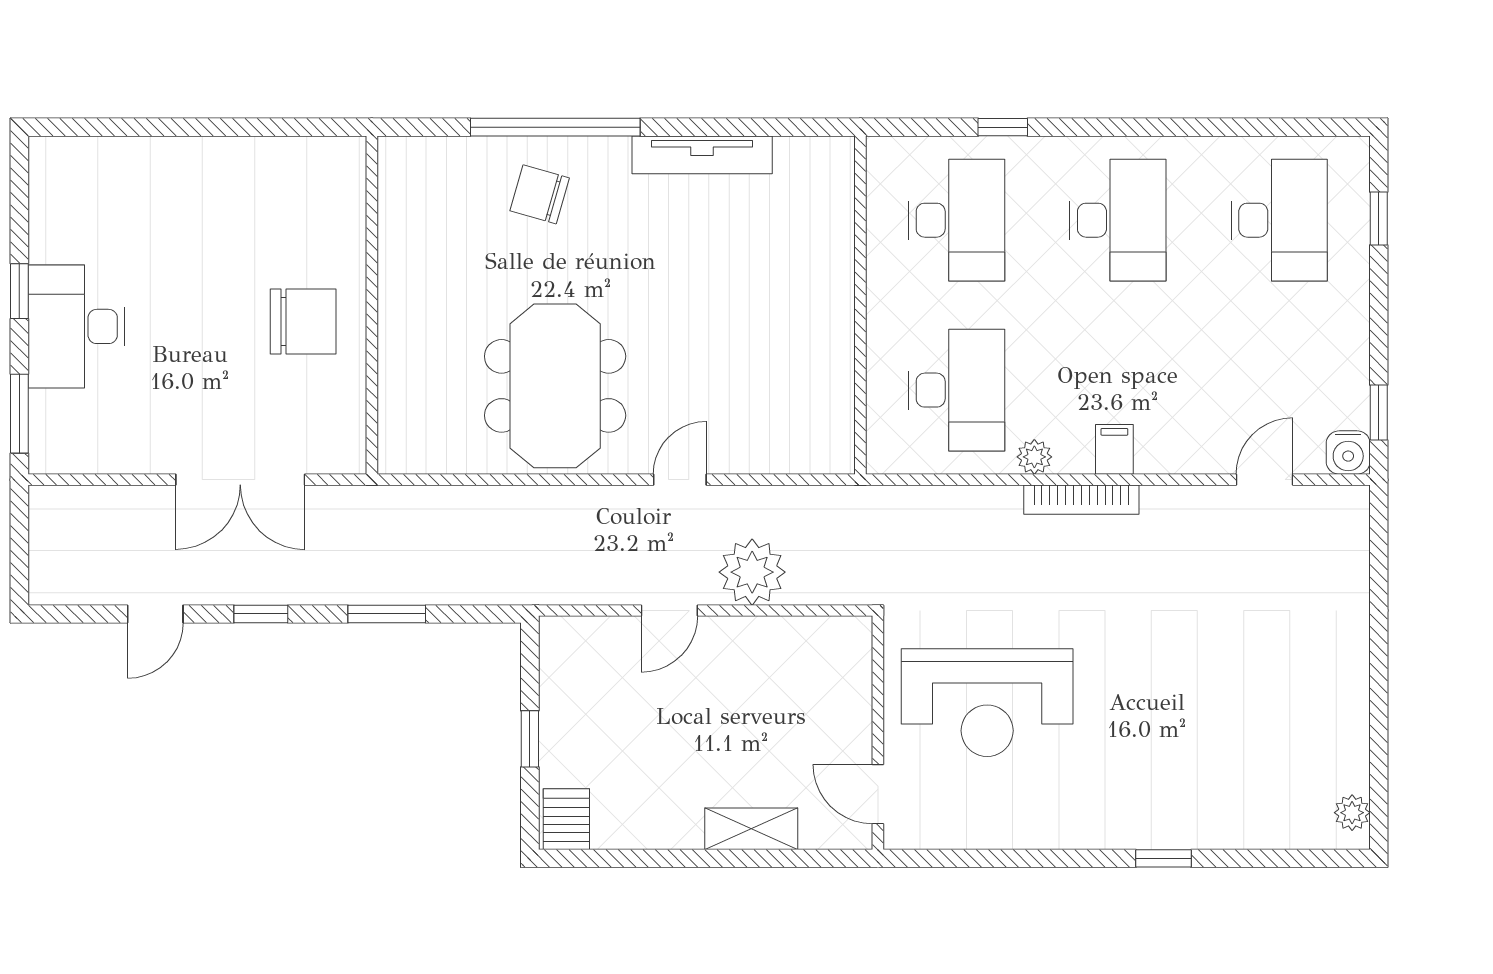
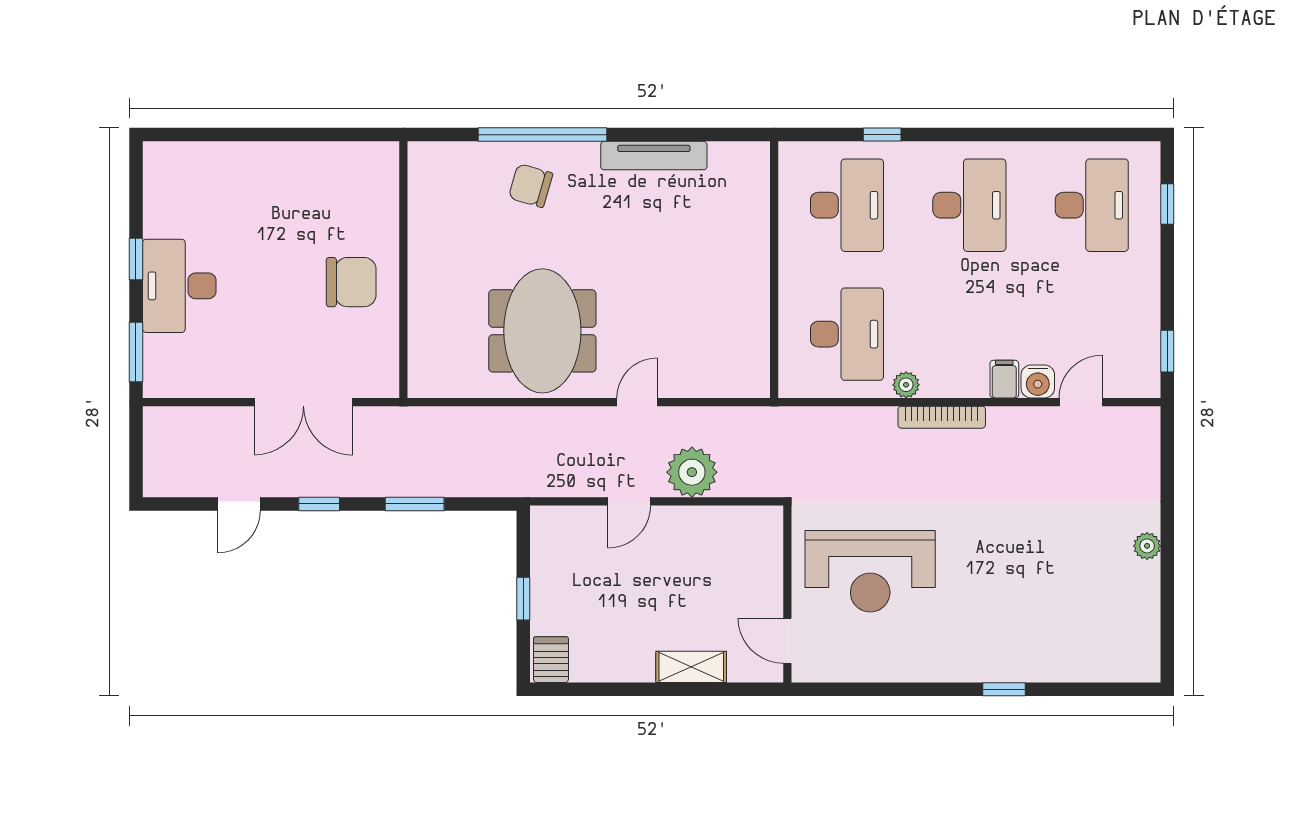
filing cabinet: (1114, 449) -> (1004, 379), moved
water cooler: (1348, 453) -> (1038, 381), moved
plant: (1352, 813) -> (1147, 546), moved

